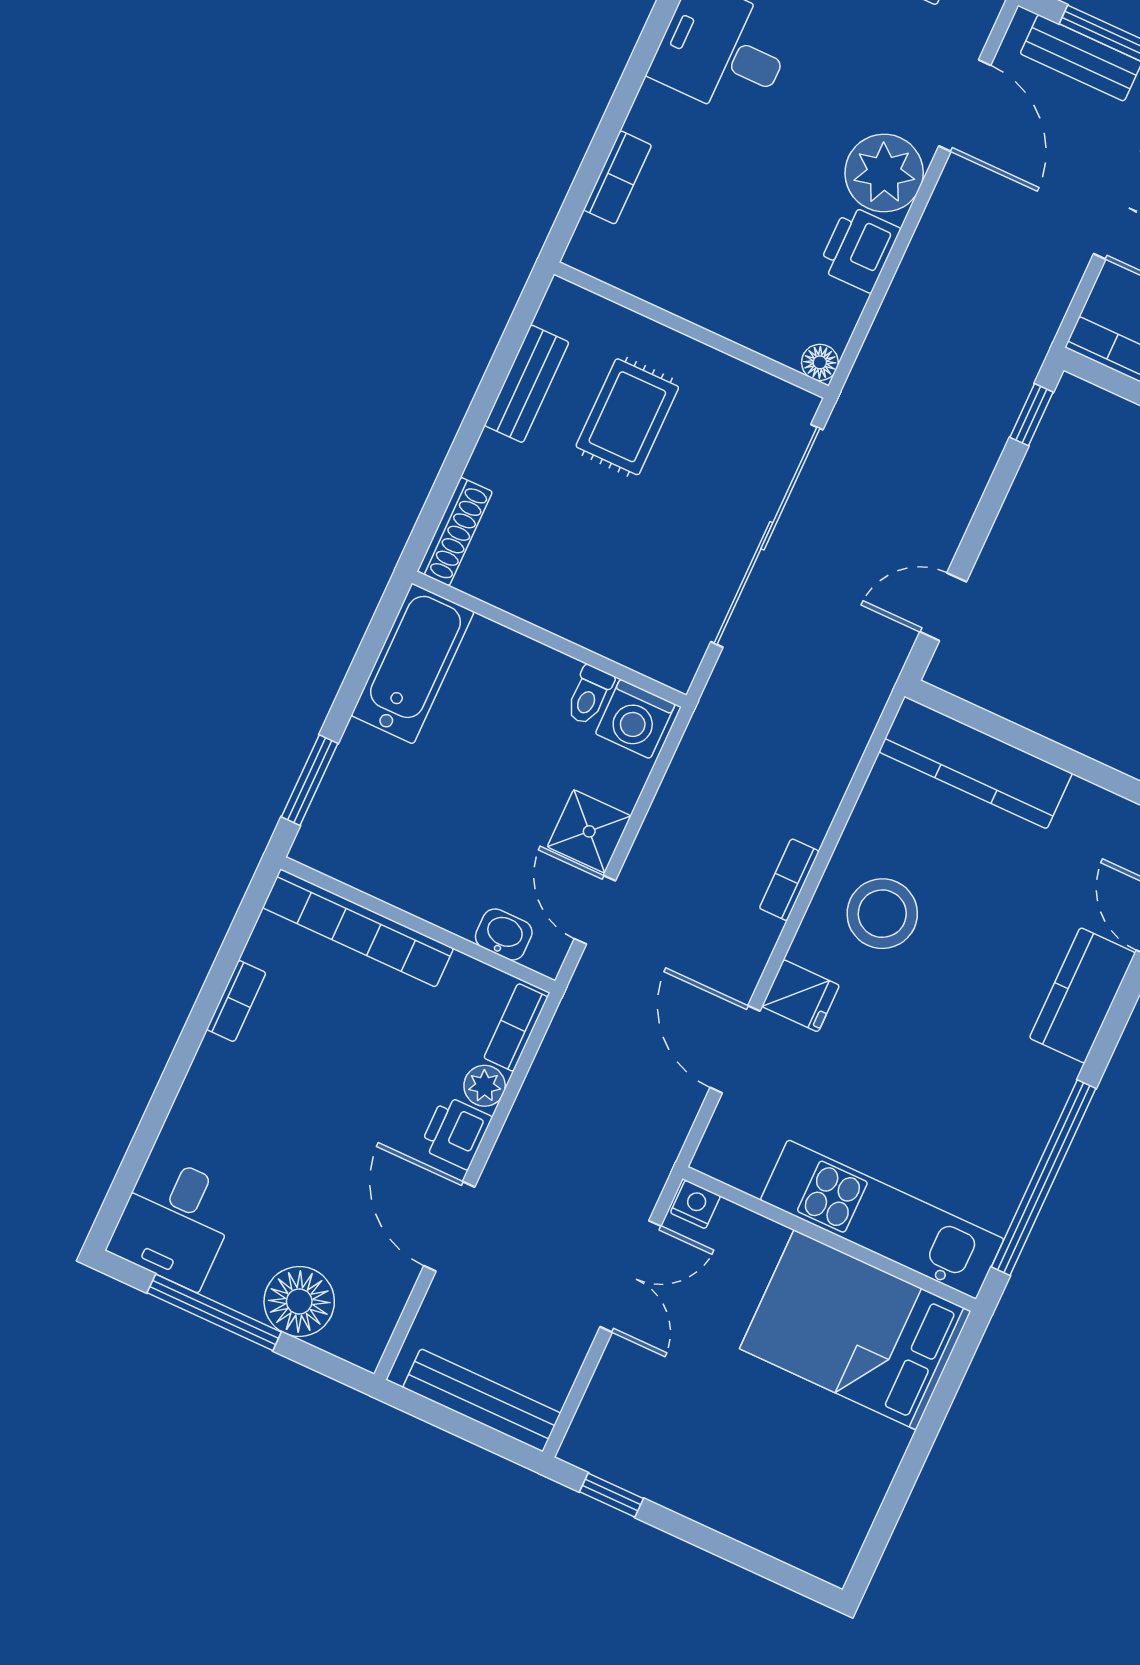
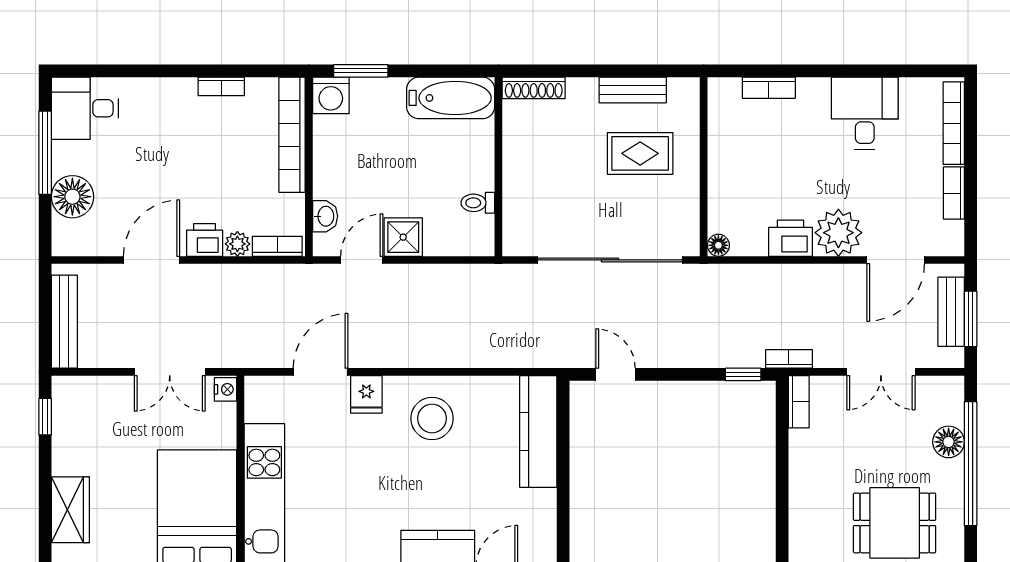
washing machine: (635, 719) -> (331, 95), moved, turned -90
bookcase: (789, 880) -> (789, 359), moved
wardrobe: (769, 1521) -> (70, 510), added

